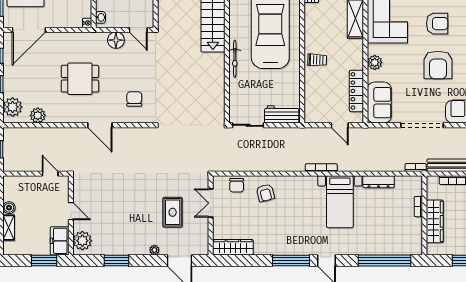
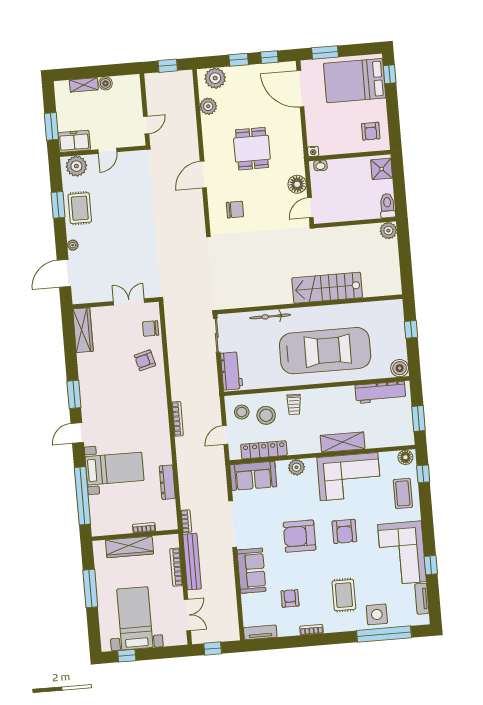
bicycle: (235, 59) -> (270, 316), moved
stool: (325, 86) -> (266, 415), added
stool: (320, 108) -> (242, 412), added
bed with nightstands: (340, 202) -> (115, 469), moved, turned 180
rug: (173, 212) -> (80, 208), moved, turned 90
window: (291, 260) -> (74, 394), width x0.69

